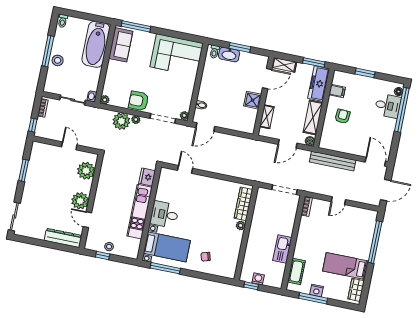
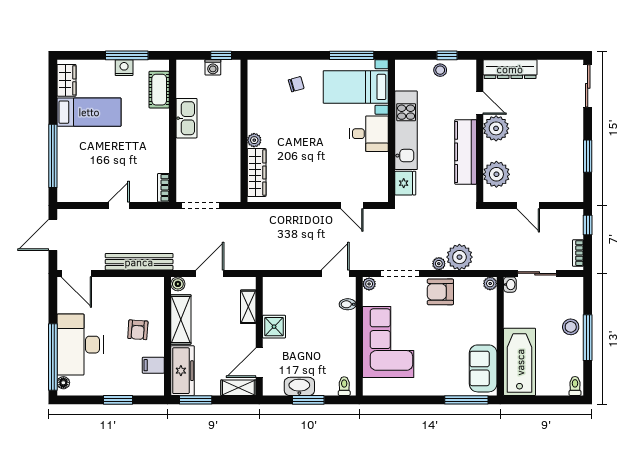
corner sofa: (177, 55) -> (388, 342), moved, turned 90
washbasin: (229, 55) -> (299, 386), moved
armchair: (139, 101) -> (440, 292), turned 180
desk: (388, 106) -> (80, 345), width x1.87, depth x1.30
kitchen counter: (103, 189) -> (466, 152), added

